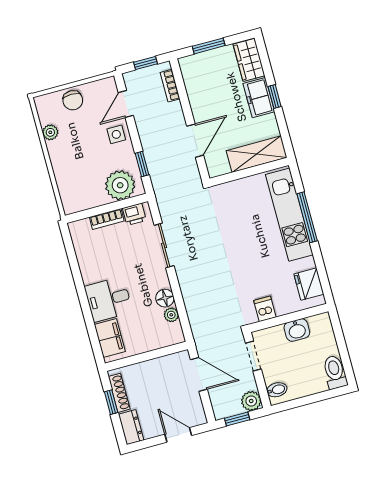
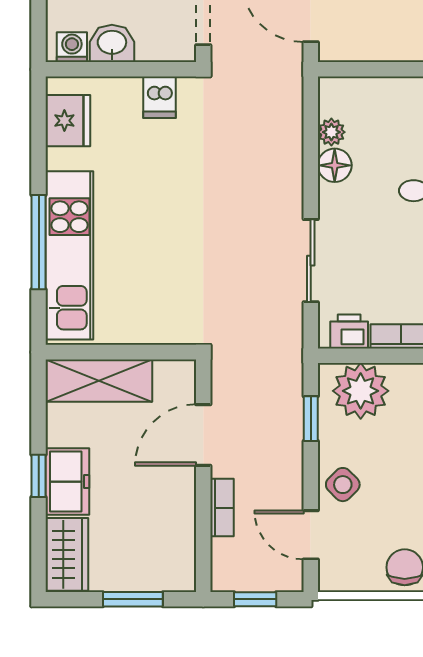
bookcase: (170, 86) -> (222, 508), moved
door: (126, 104) -> (311, 535), swing flipped
side table: (116, 134) -> (343, 485), turned 45
washing machine: (317, 323) -> (72, 47), added

